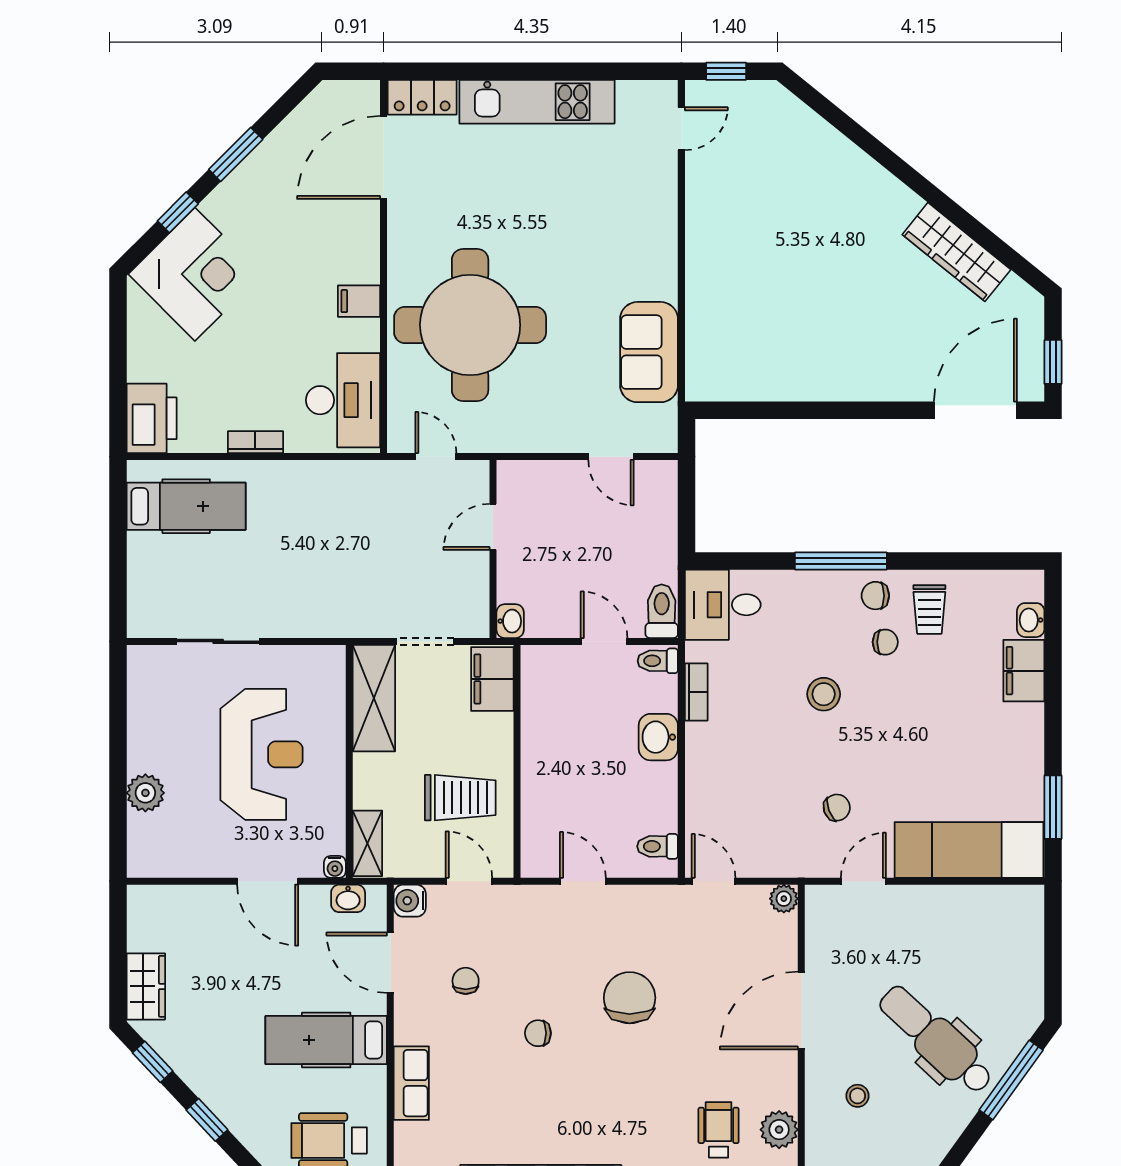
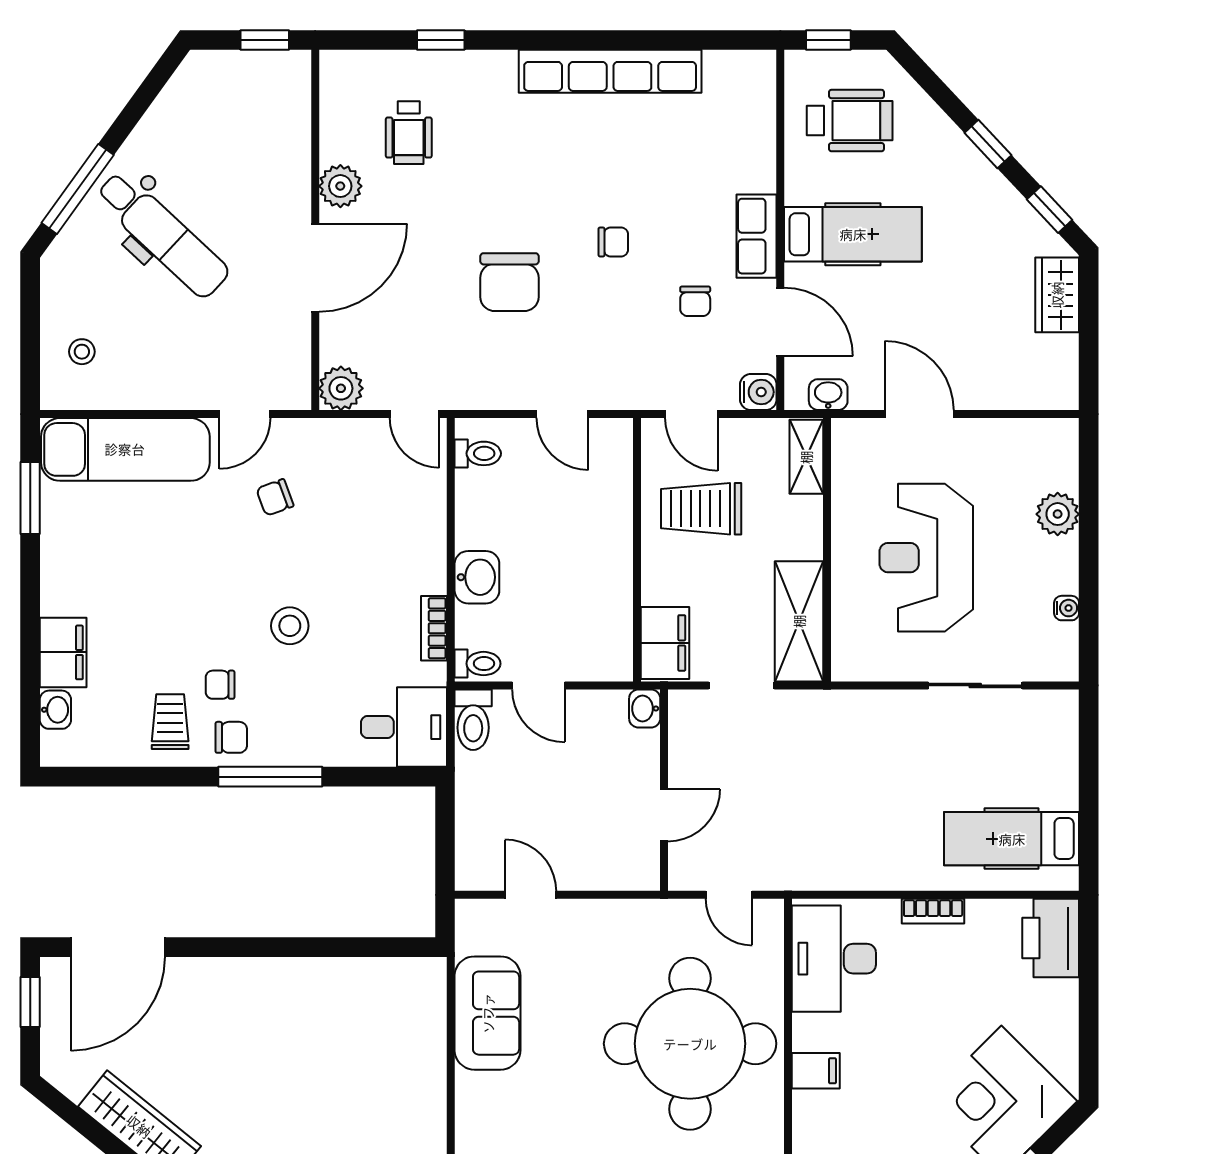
water cooler: (335, 867) -> (1067, 608), moved, turned 90
plant: (784, 899) -> (341, 388), width x1.38, depth x1.38
row of seats: (411, 1083) -> (757, 236), moved
stool: (858, 1096) -> (82, 352), moved
plant: (779, 1130) -> (340, 186), moved

